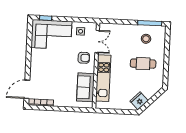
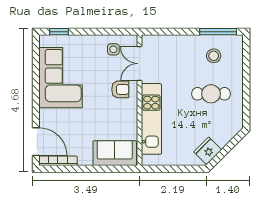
corner sofa: (51, 35) -> (60, 78), moved, turned -90
double door: (97, 42) -> (140, 64), swing flipped
sofa: (86, 87) -> (115, 153), moved, turned 90
door: (27, 89) -> (36, 142), swing flipped

